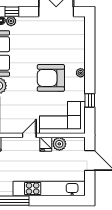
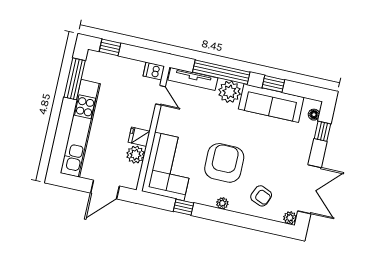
plant: (11, 21) -> (290, 218), moved
armchair: (69, 46) -> (261, 196), added
door: (29, 135) -> (160, 95), moved

